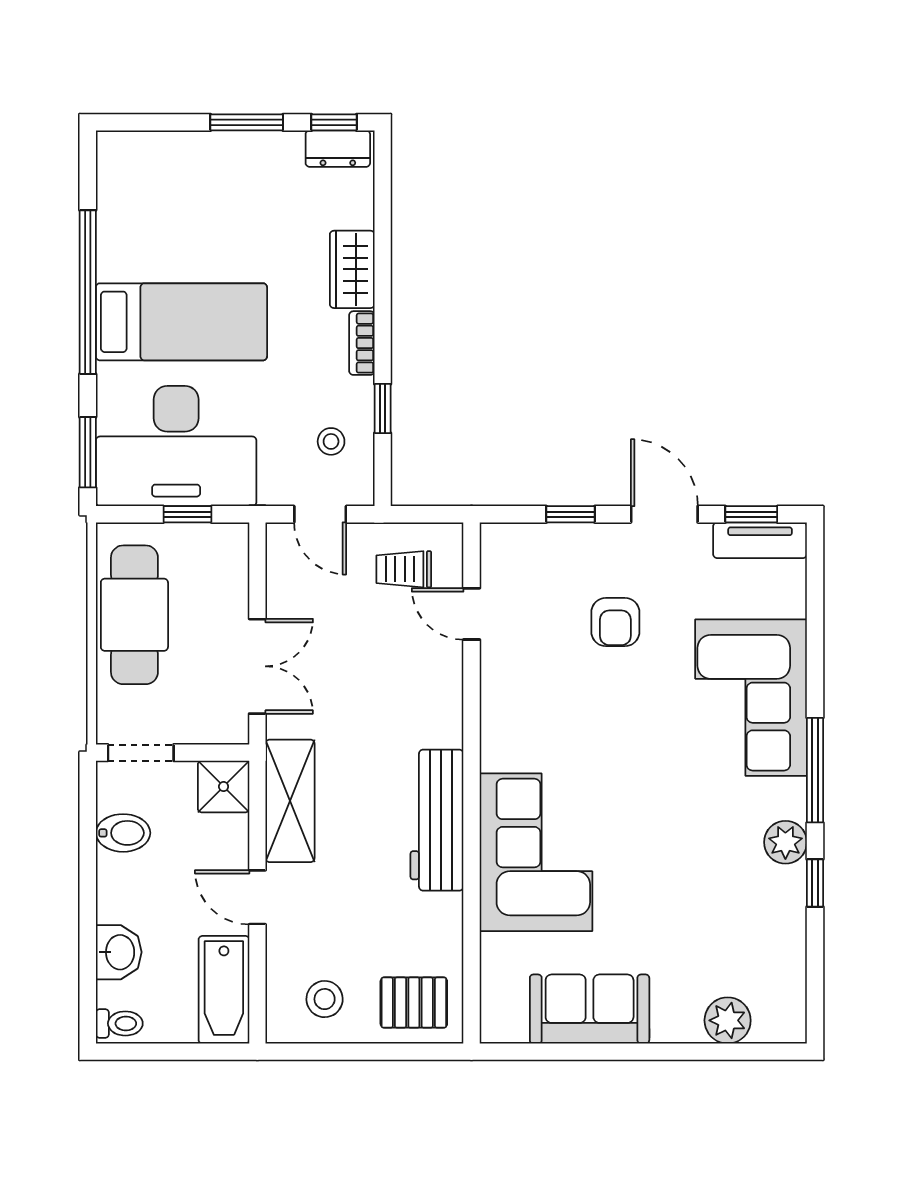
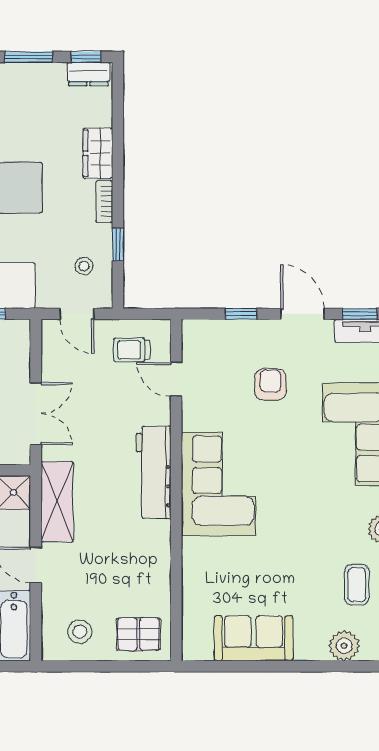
armchair: (615, 622) -> (270, 385), turned 180
workbench: (437, 820) -> (154, 472), moved
corner sofa: (536, 852) -> (218, 484), moved
coffee table: (747, 927) -> (357, 585), added

